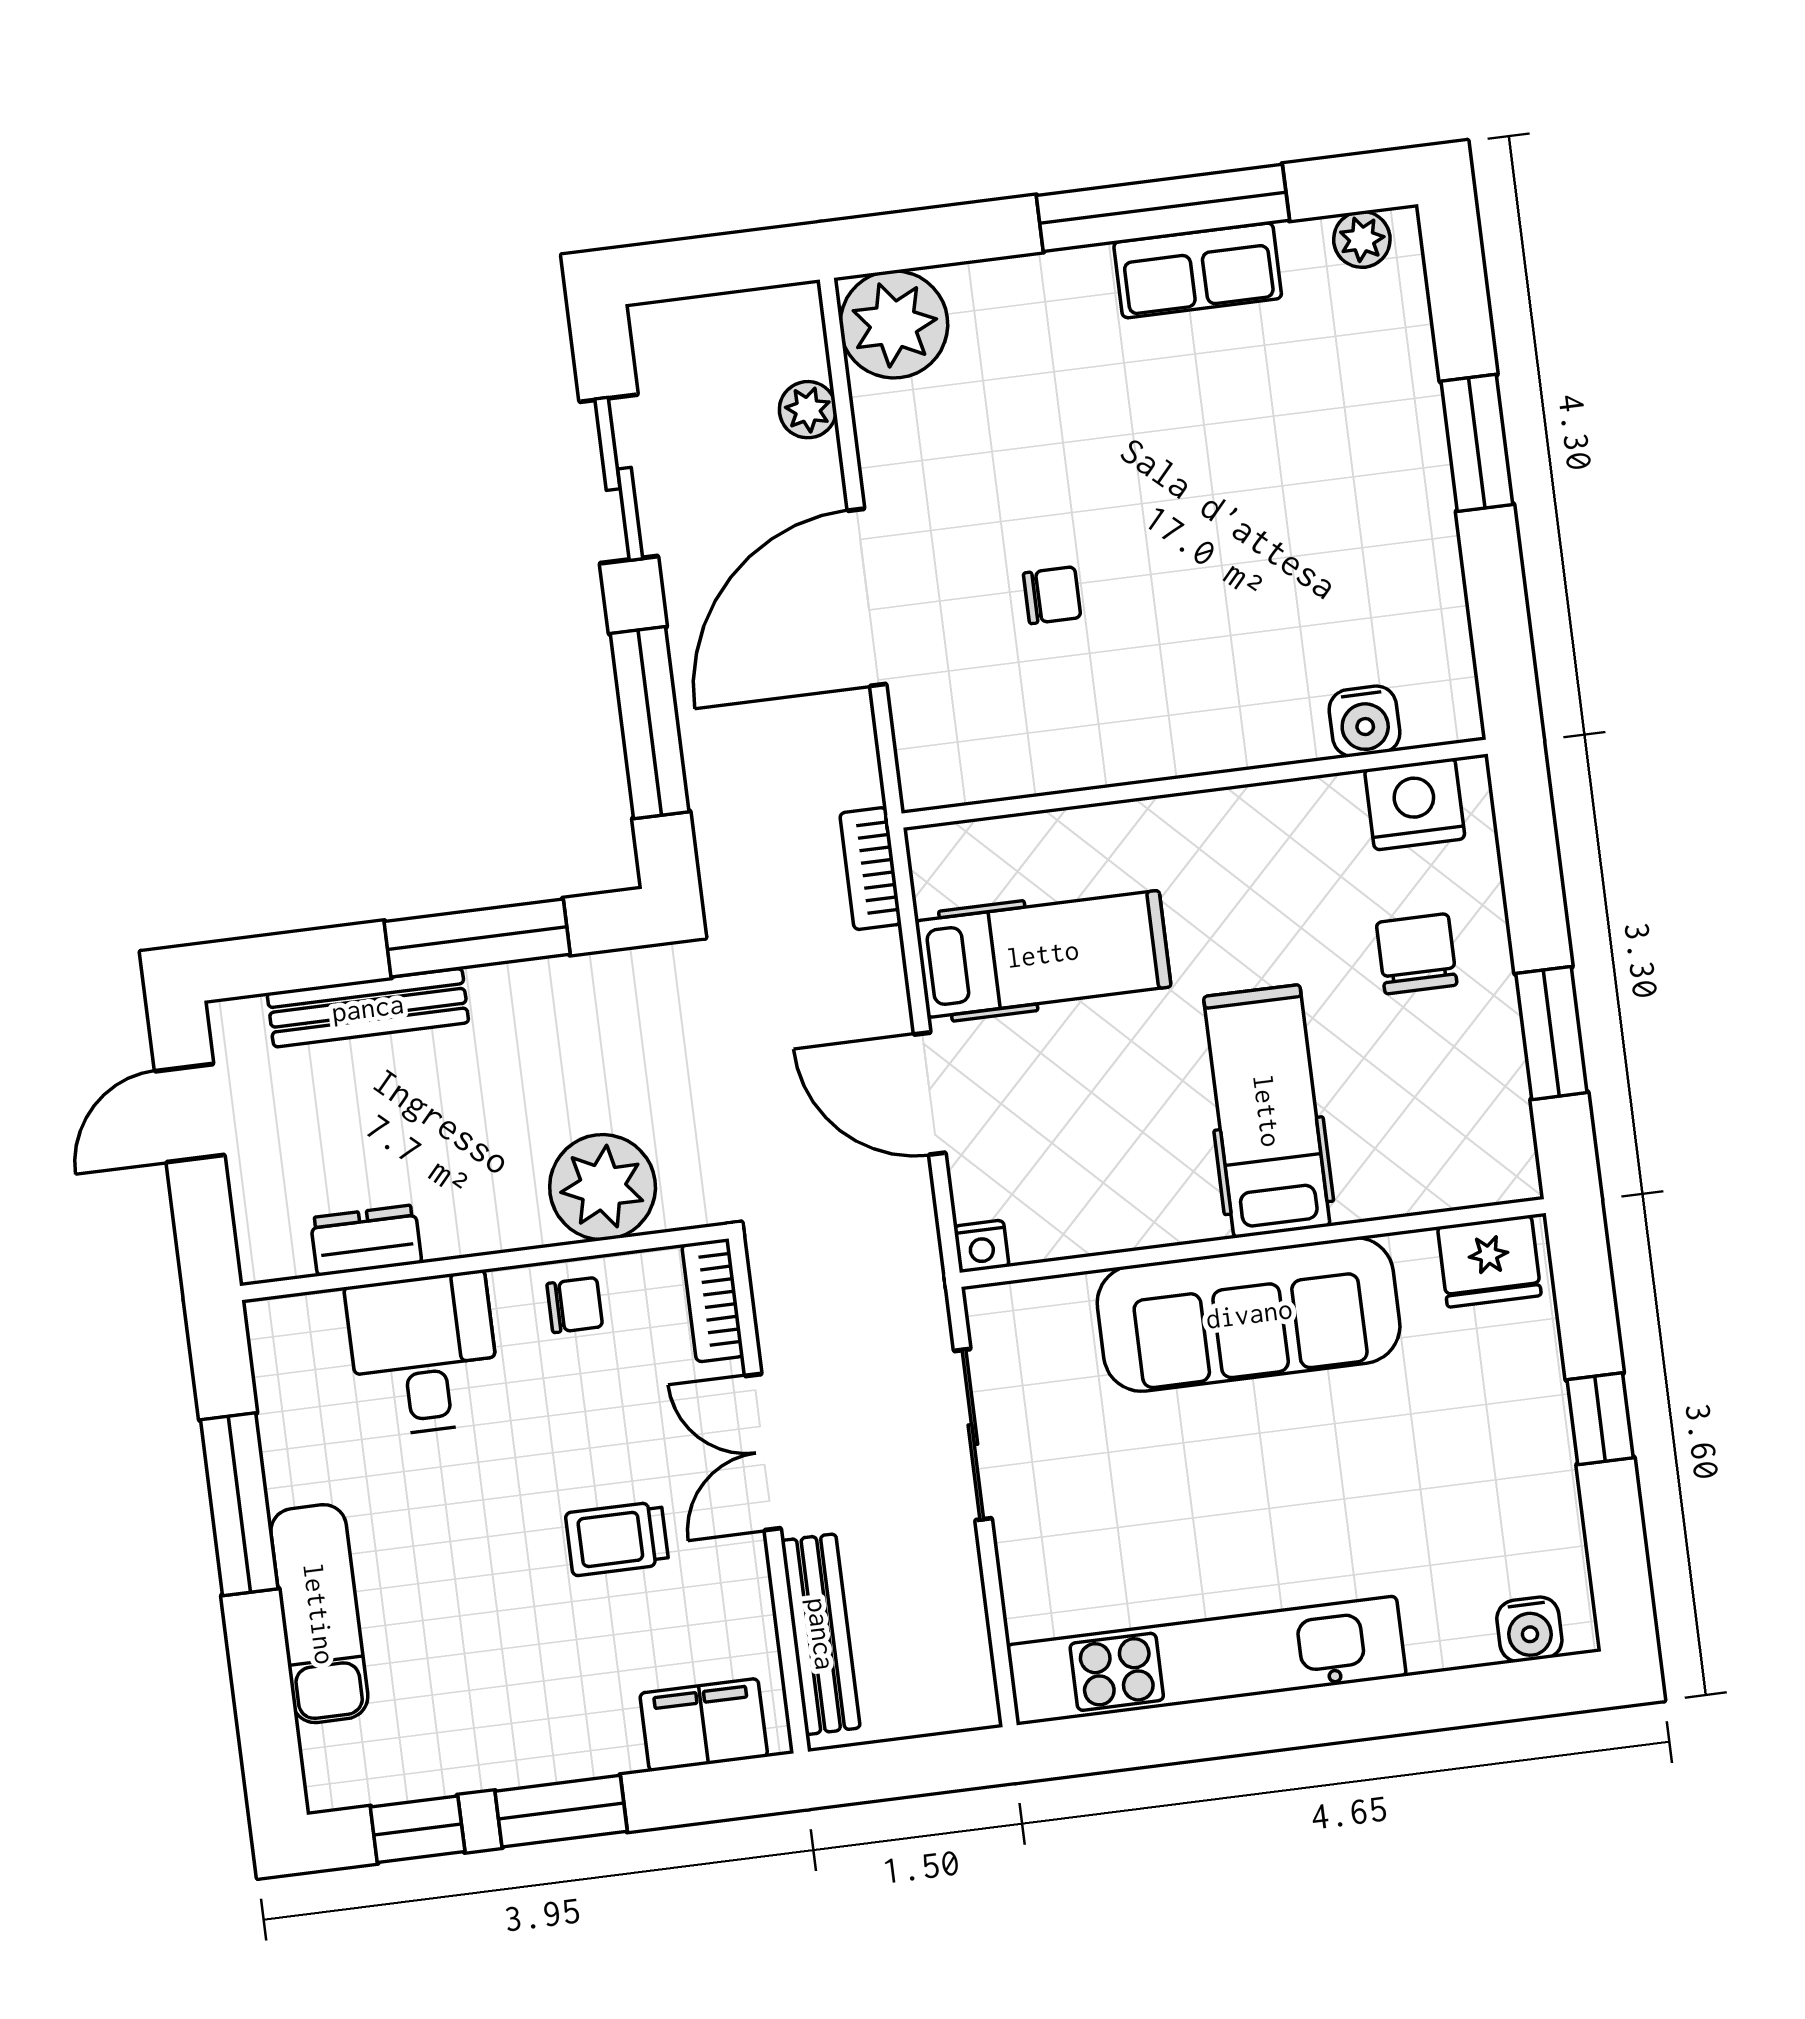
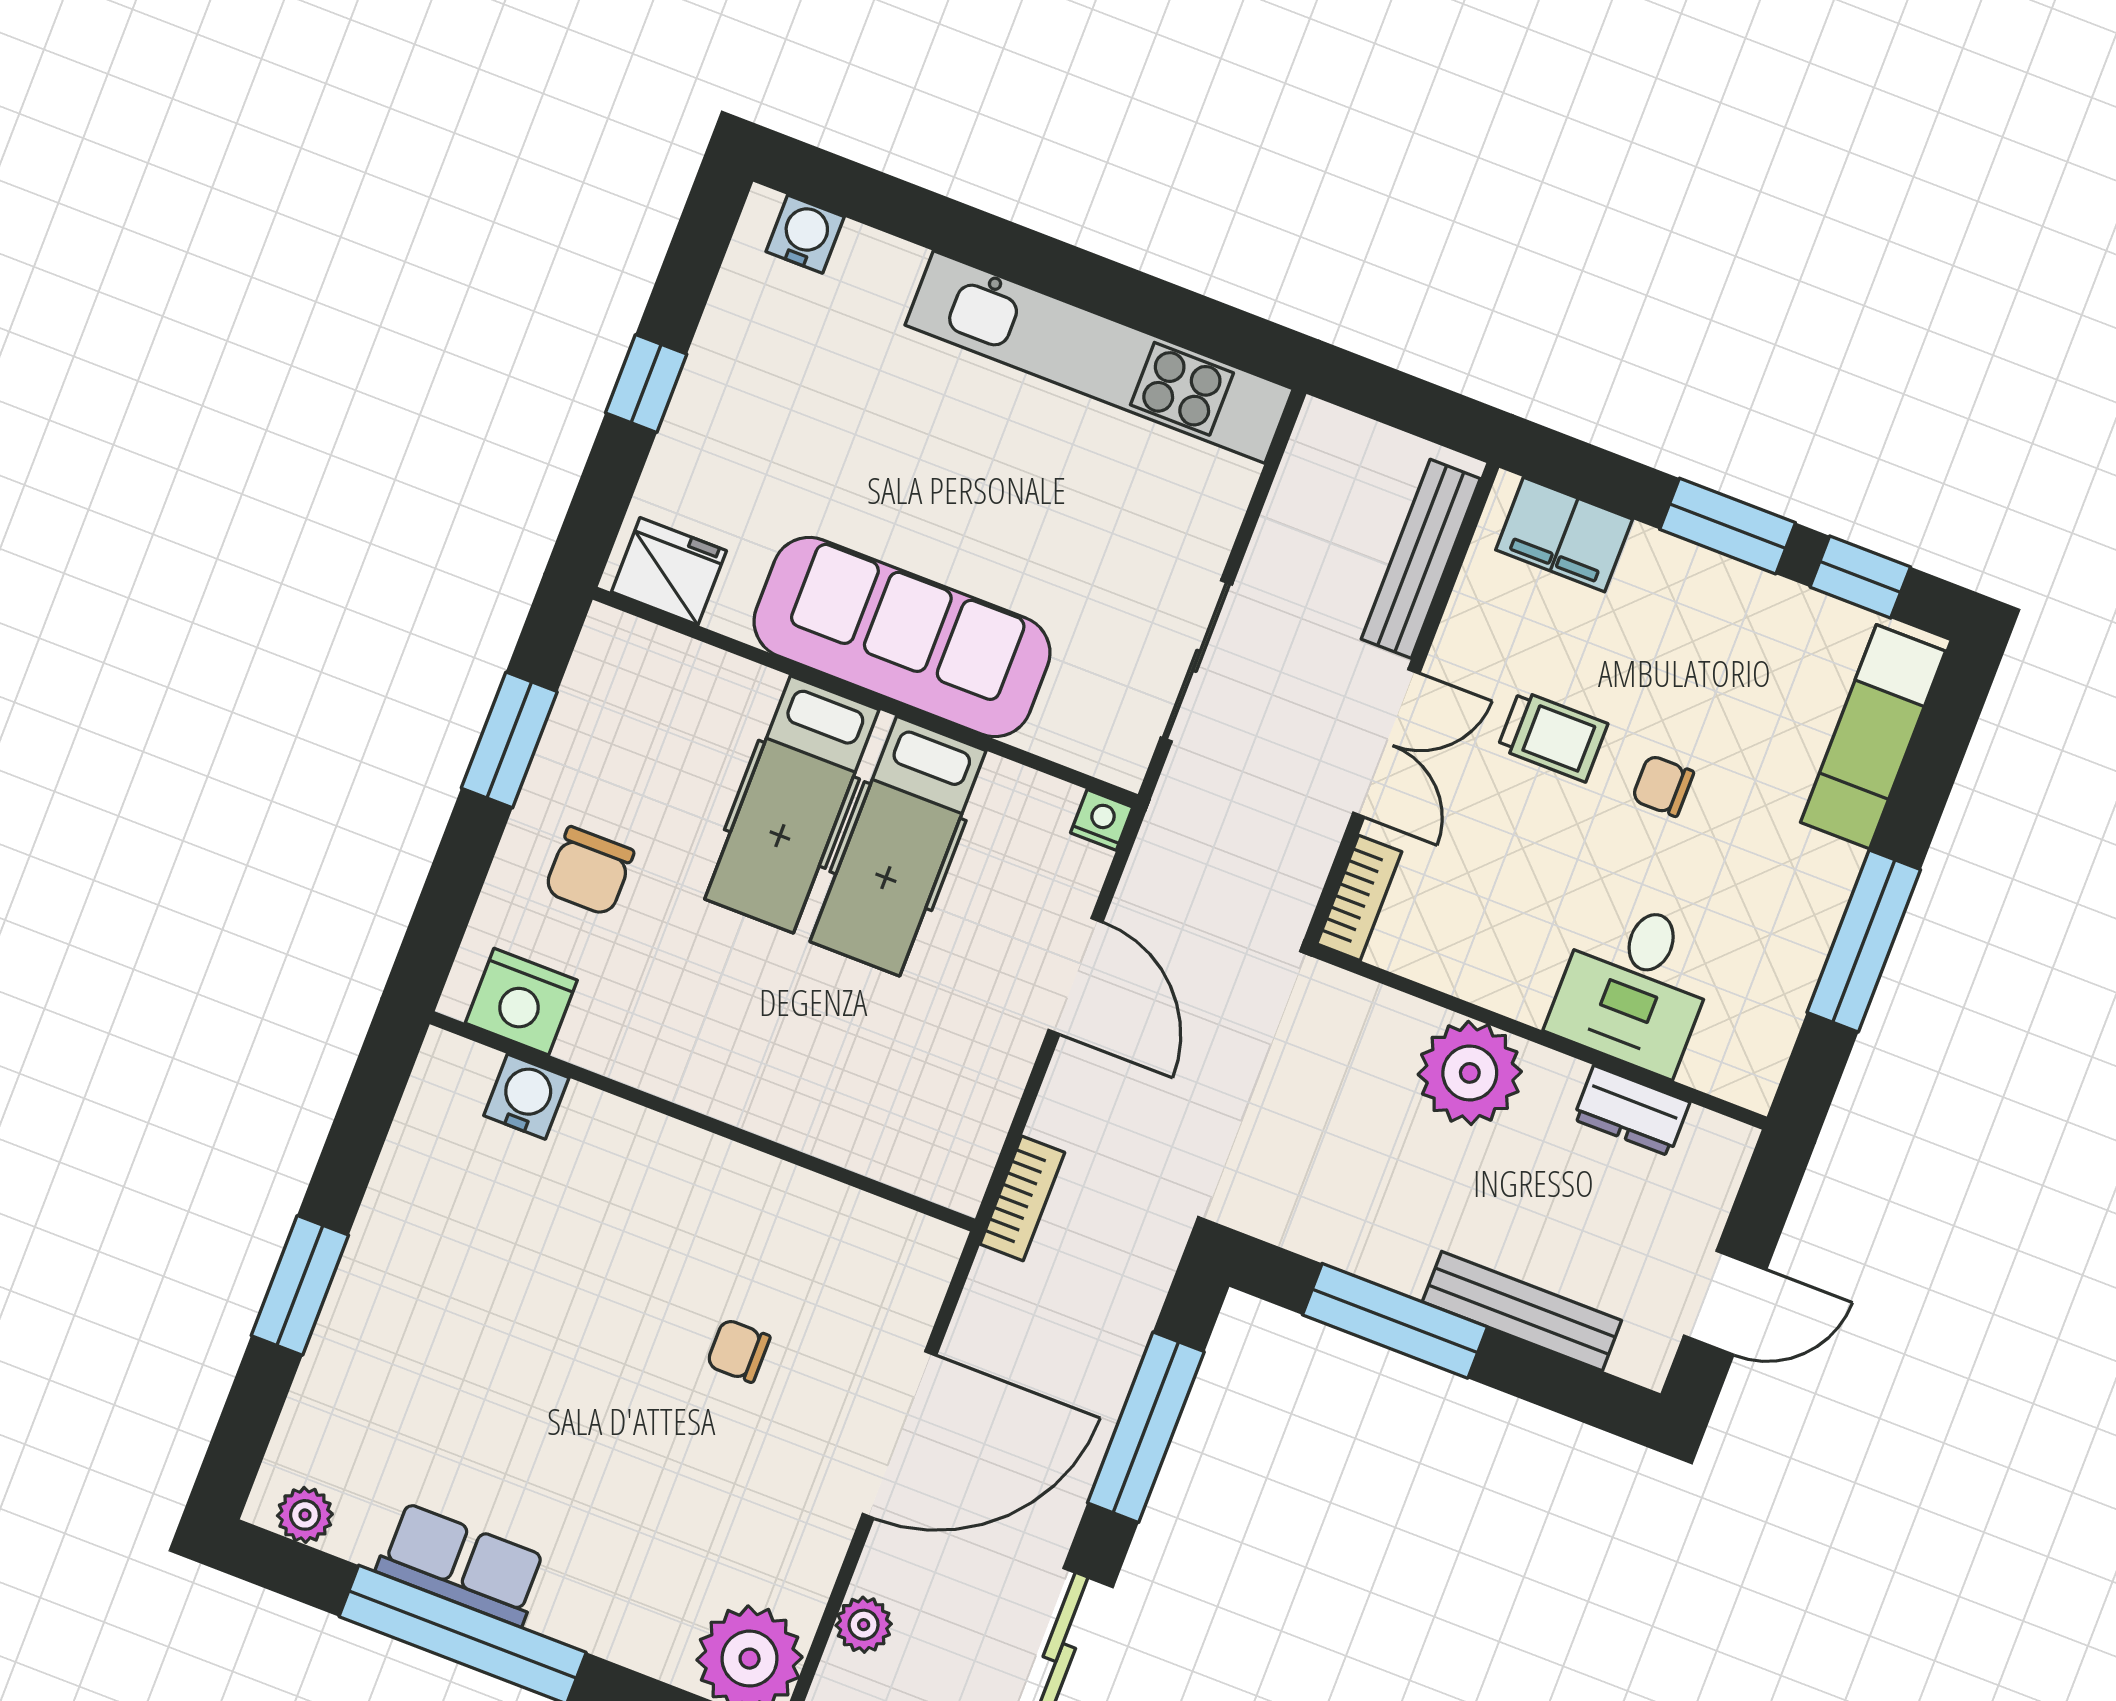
hospital bed: (1043, 954) -> (898, 846), moved, turned -90
plant: (603, 1187) -> (1470, 1073), moved
chair: (575, 1305) -> (1663, 786), moved
exam couch: (319, 1614) -> (1873, 737), moved

